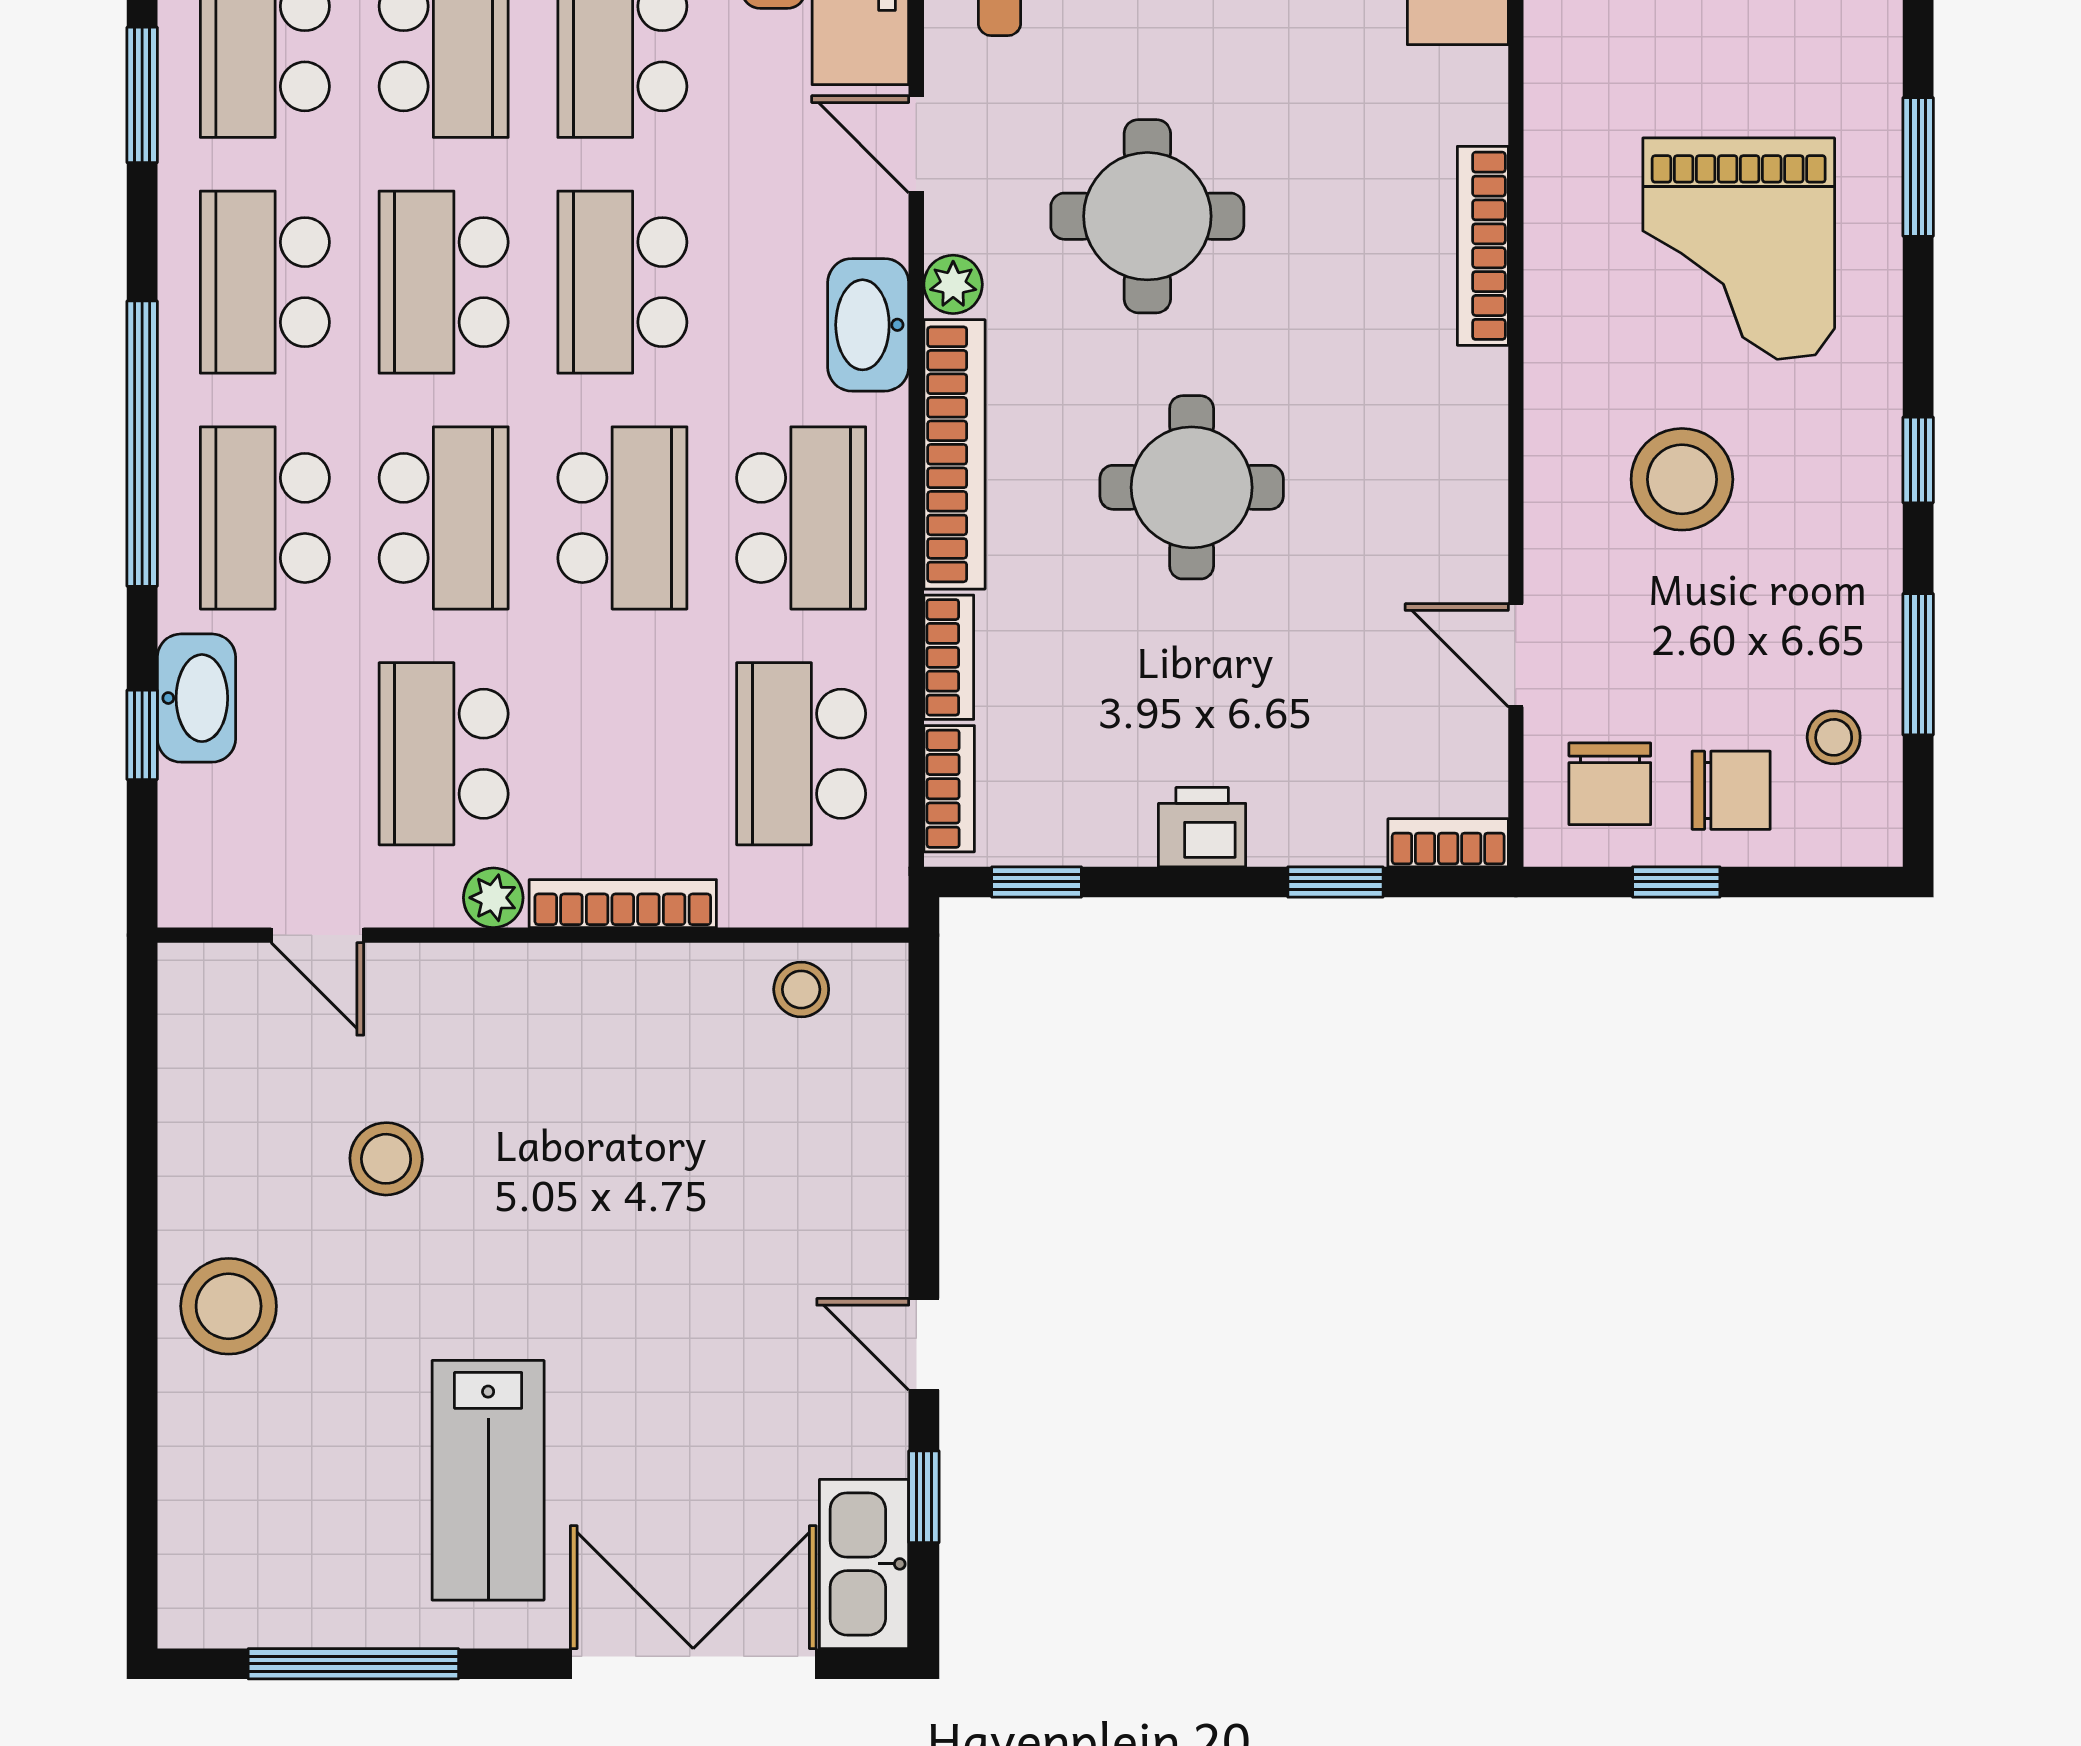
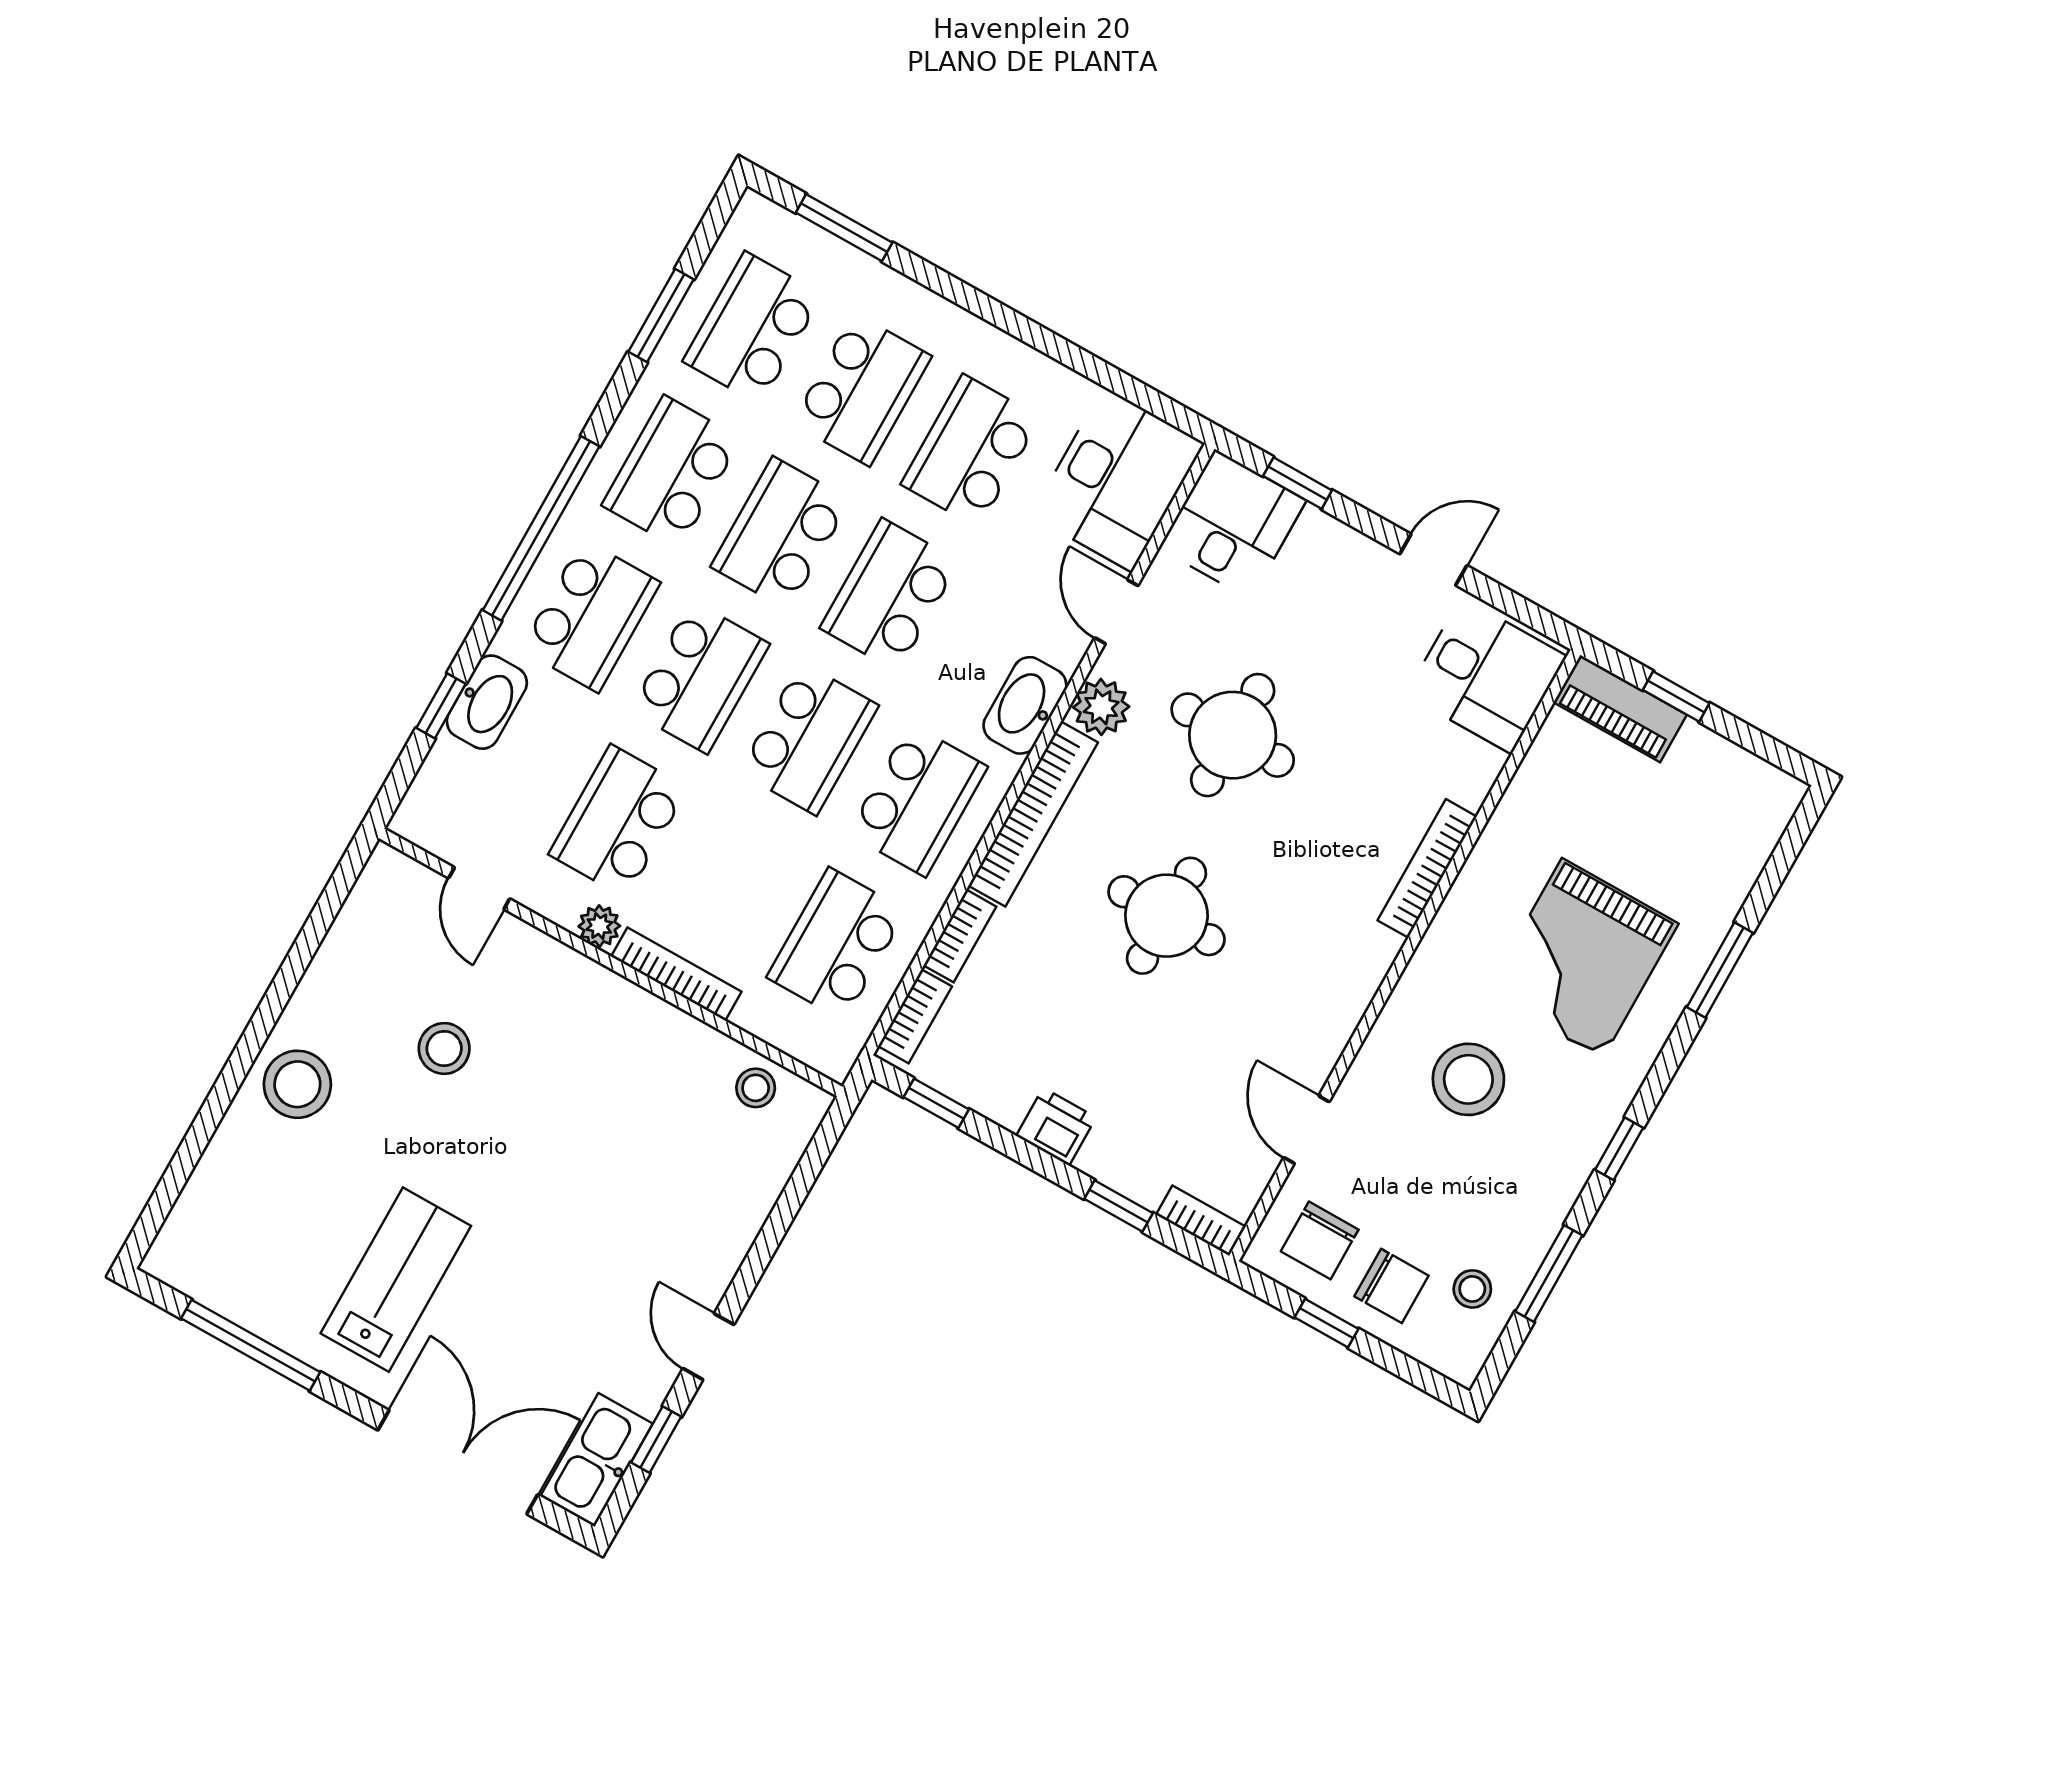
plant: (953, 284) -> (1101, 707), width x1.38, depth x1.38
school desk: (265, 518) -> (591, 616), turned 180
lab bench: (488, 1480) -> (396, 1280), turned 180

